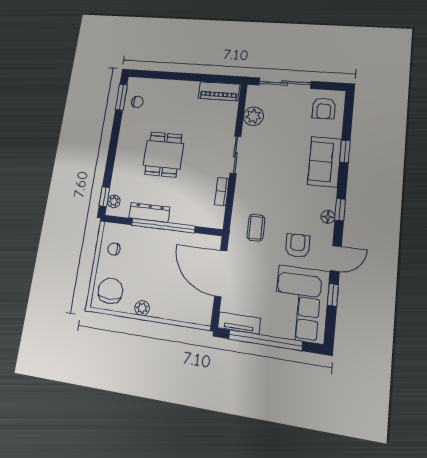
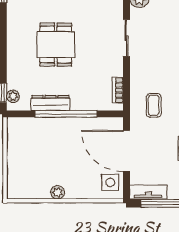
bookcase: (222, 192) -> (118, 90), moved
chair: (114, 249) -> (21, 142), removed
chair: (110, 291) -> (24, 181), removed
side table: (199, 306) -> (110, 182), added

